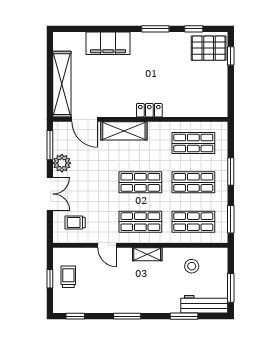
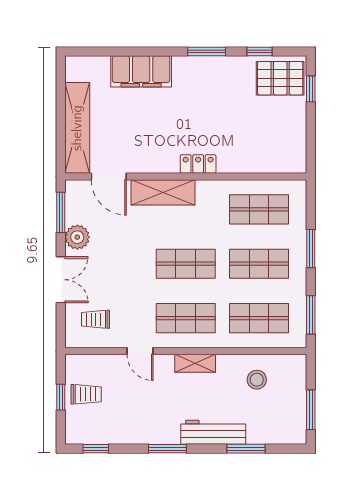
trolley: (68, 277) -> (86, 394), turned 90
workbench: (204, 304) -> (213, 432), moved

